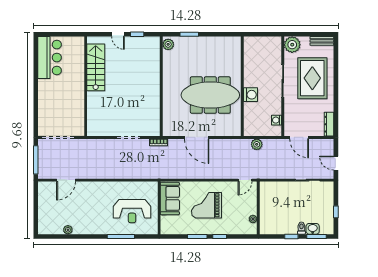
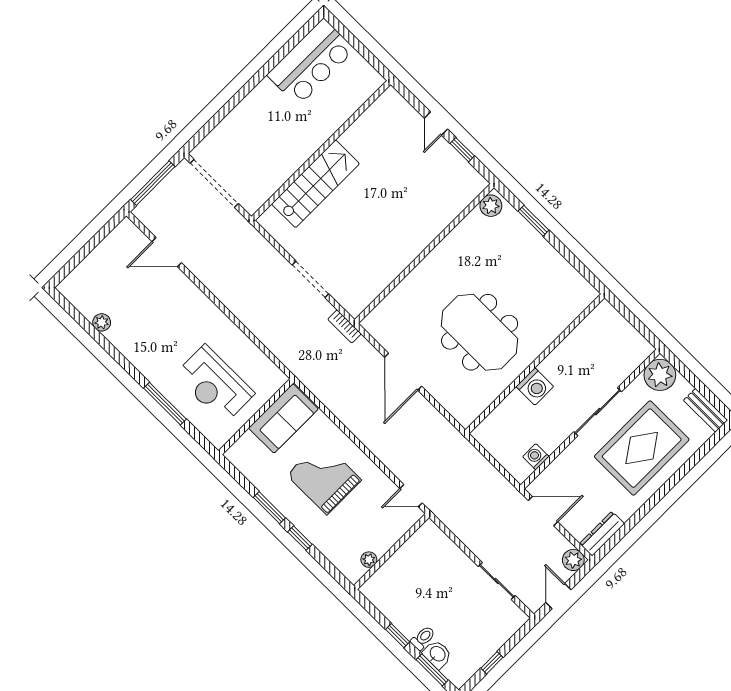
stairs: (96, 67) -> (315, 184), moved
meeting table: (210, 95) -> (480, 332), width x0.73
door: (299, 137) -> (543, 511), swing flipped
plant: (257, 144) -> (573, 560), moved

